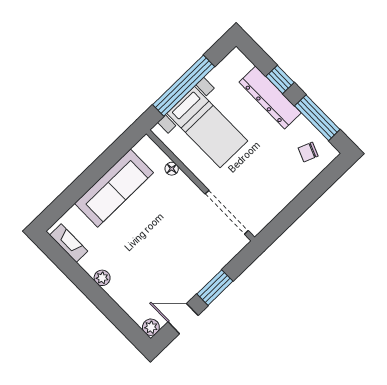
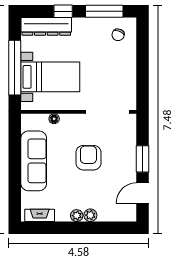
dresser: (270, 98) -> (46, 26), moved
armchair: (167, 236) -> (88, 158), added
plant: (151, 327) -> (90, 215), moved

